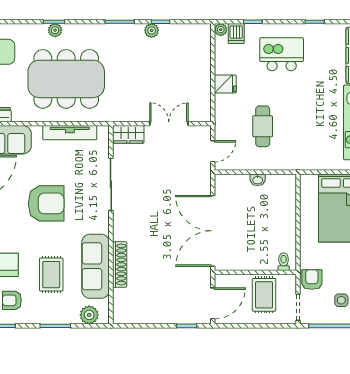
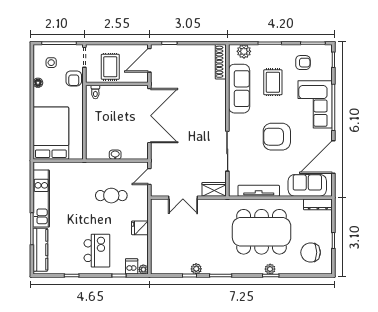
kitchen island: (282, 54) -> (97, 251), turned -90
cafe table: (263, 126) -> (111, 196), turned 90
shoe rack: (120, 264) -> (221, 62), moved

